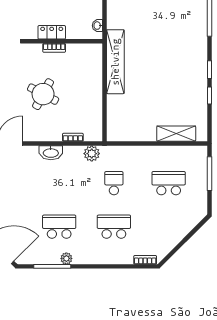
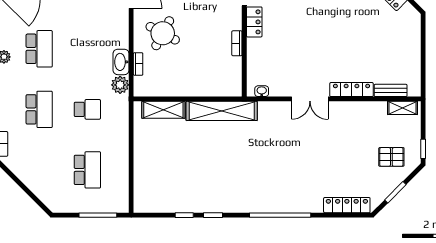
locker: (52, 32) -> (254, 22), moved
round table: (43, 94) -> (163, 33), moved
shelving: (176, 134) -> (163, 110), moved, turned 90
washbasin: (51, 153) -> (121, 62), moved

